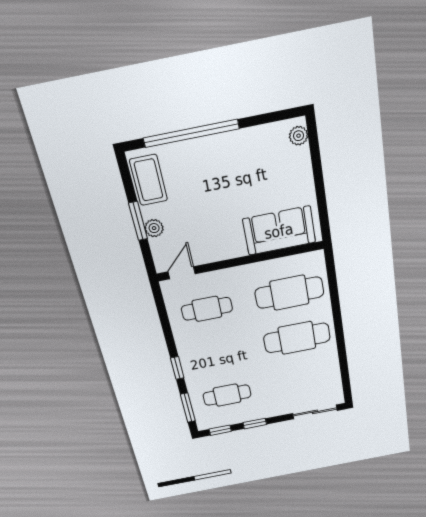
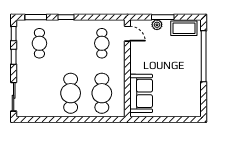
plant: (299, 136) -> (191, 112), removed

